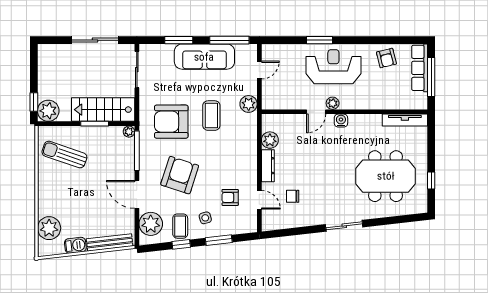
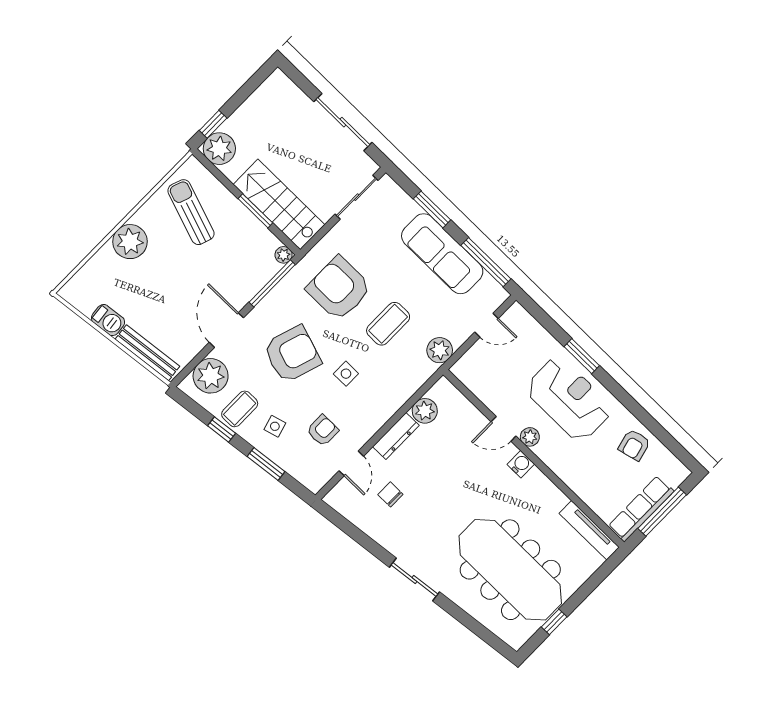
row of seats: (420, 68) -> (641, 509), moved
side table: (215, 159) -> (346, 374), added
meeting table: (386, 176) -> (510, 570), width x1.36
armchair: (230, 197) -> (323, 430), turned 90
plant: (49, 228) -> (130, 242), moved

